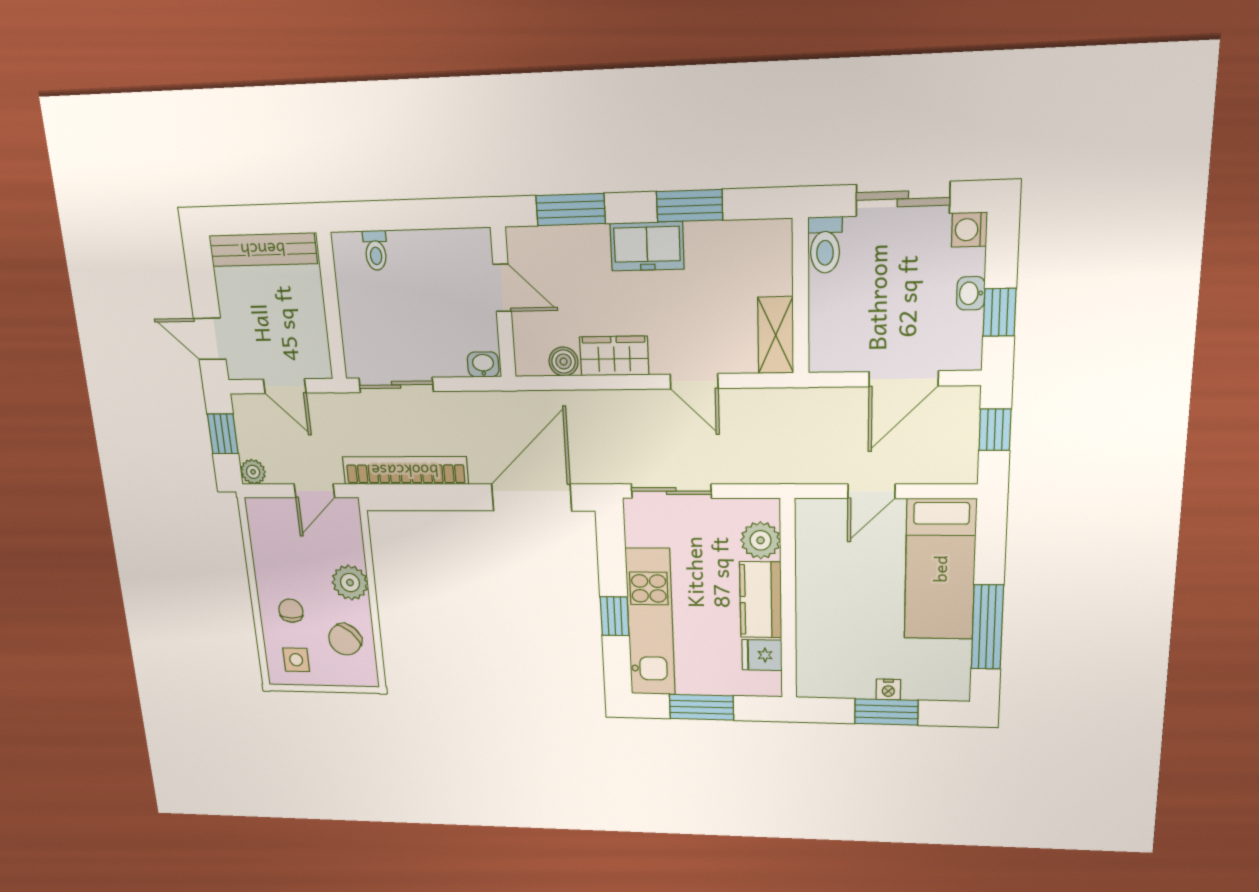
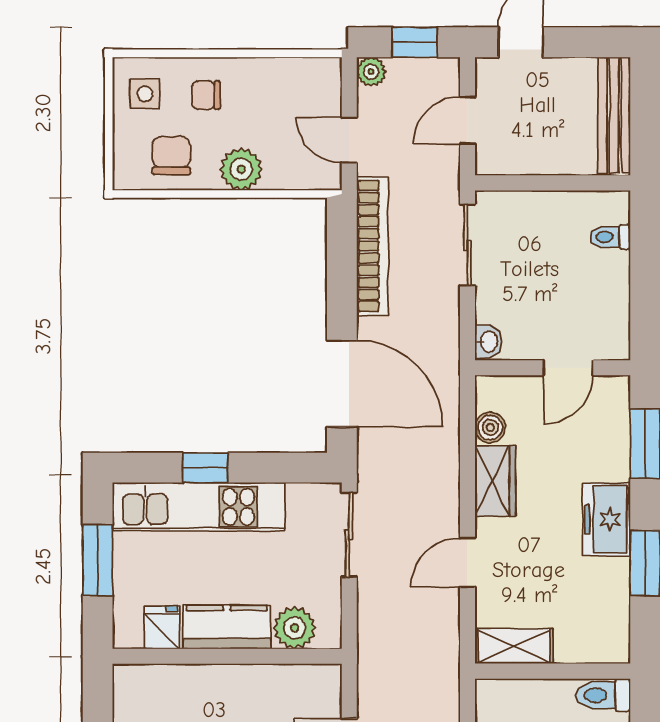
chair: (291, 611) -> (206, 95), turned 180
chair: (345, 639) -> (171, 156), turned 46

